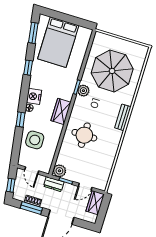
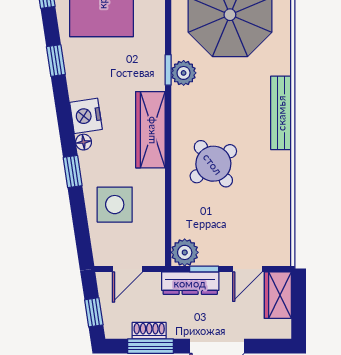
wardrobe: (61, 111) -> (150, 130), width x1.50
bench: (123, 117) -> (281, 113), width x1.36
round table: (84, 135) -> (213, 164), turned -37
door: (32, 170) -> (127, 269), hinge flipped
dresser: (54, 184) -> (190, 283), width x1.44

